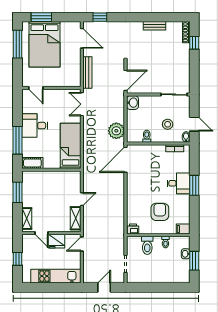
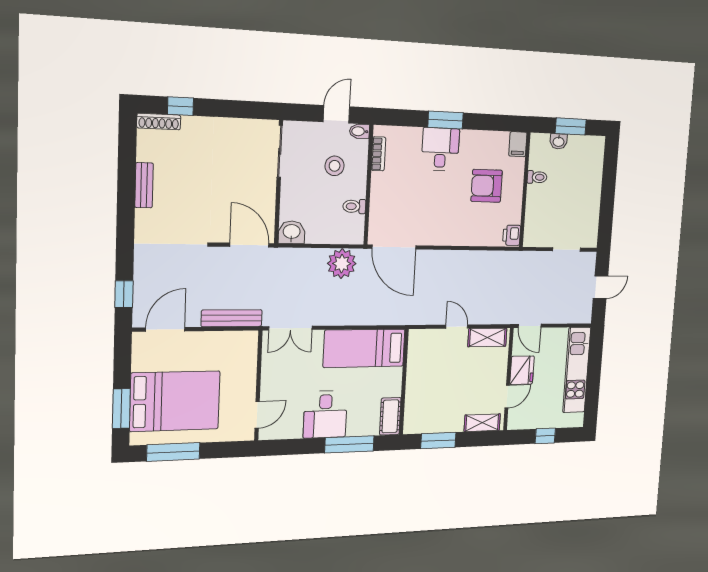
toilet: (147, 245) -> (540, 210), removed
door: (104, 287) -> (601, 287), swing flipped

